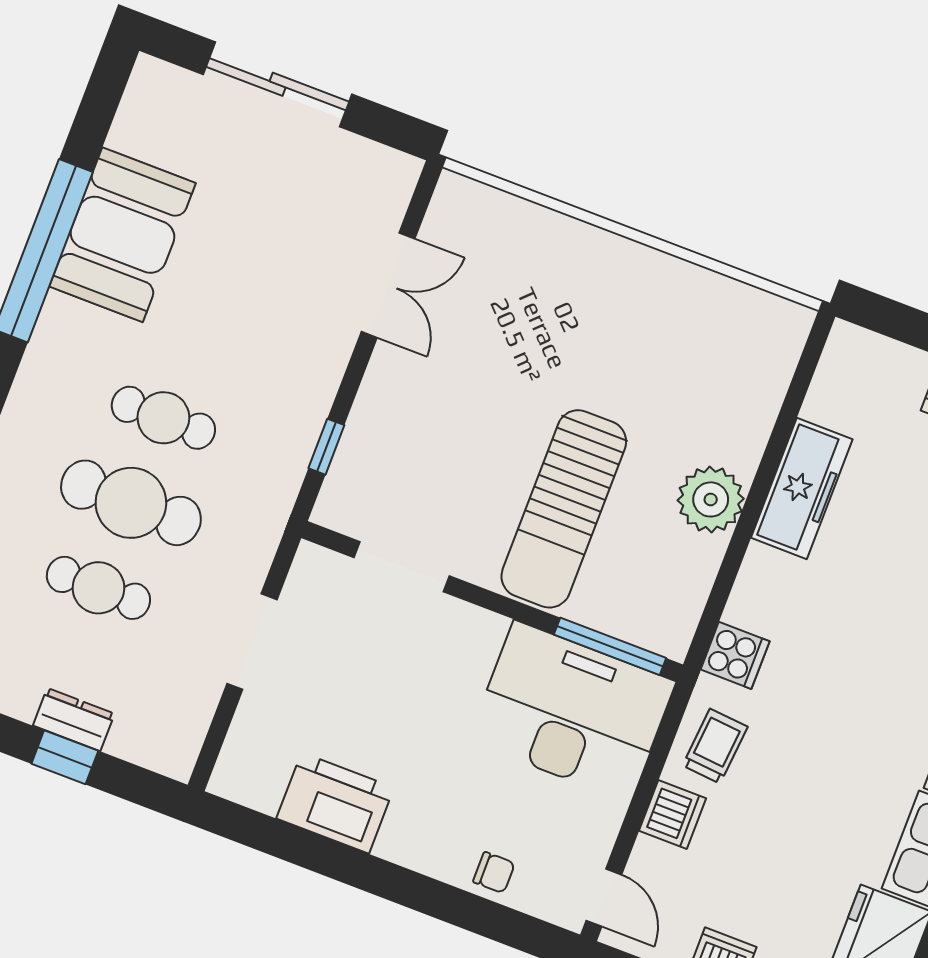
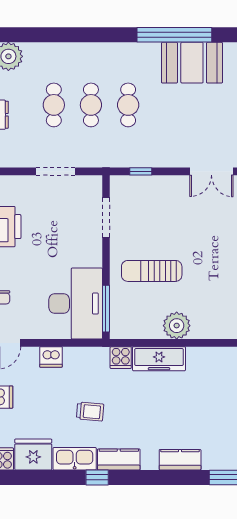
freezer: (802, 488) -> (159, 359), moved
cafe table: (131, 503) -> (91, 105), width x0.73, depth x0.74
sun lounger: (564, 509) -> (152, 271), width x0.73, depth x0.75
trolley: (715, 746) -> (90, 412), moved

